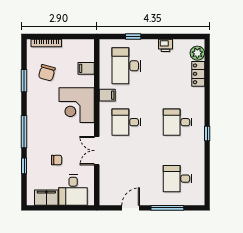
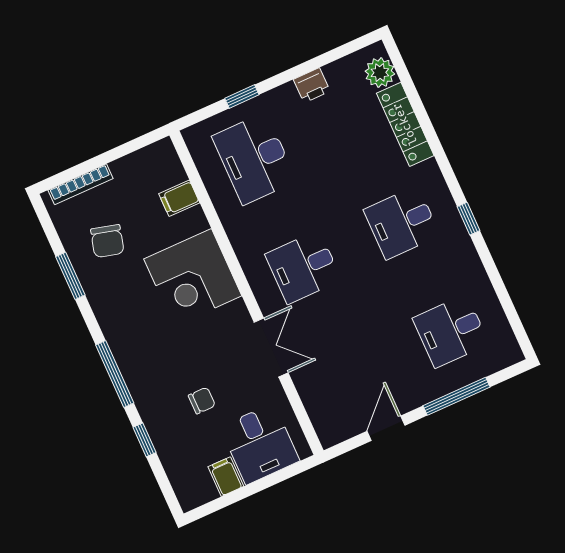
locker: (198, 74) -> (405, 124), width x1.53
filing cabinet: (107, 95) -> (243, 232), removed
double door: (97, 151) -> (271, 347), swing flipped
filing cabinet: (46, 198) -> (226, 477), width x0.50

